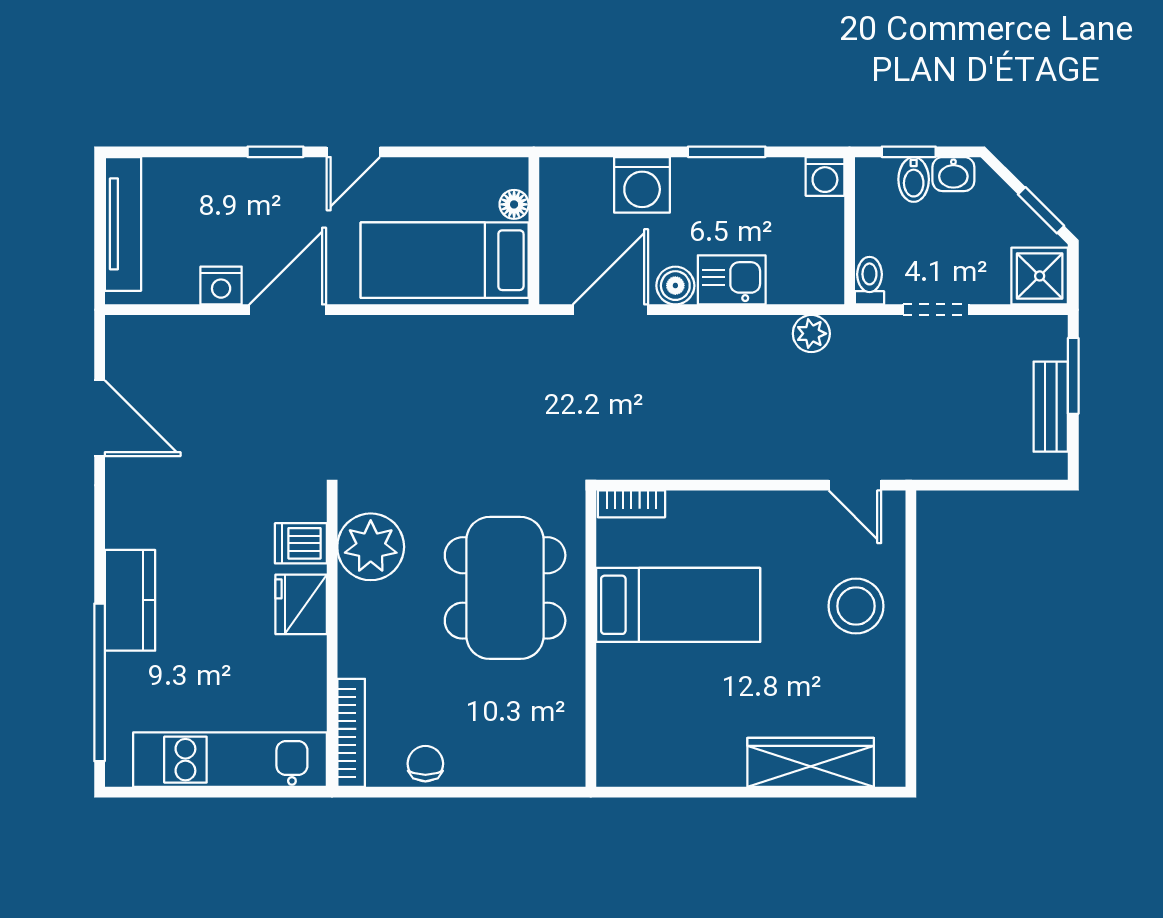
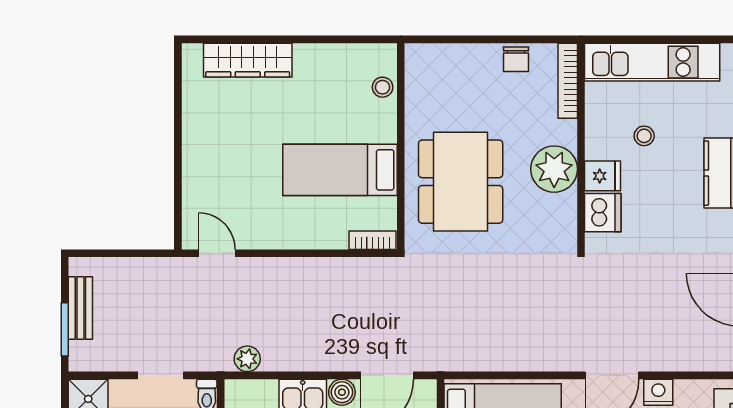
dishwasher: (301, 543) -> (603, 213), width x1.38
plant: (371, 547) -> (554, 169), moved
fridge: (301, 604) -> (603, 176), width x0.72
stool: (856, 606) -> (383, 87), moved, width x0.53, depth x0.53
stool: (241, 654) -> (644, 136), added

